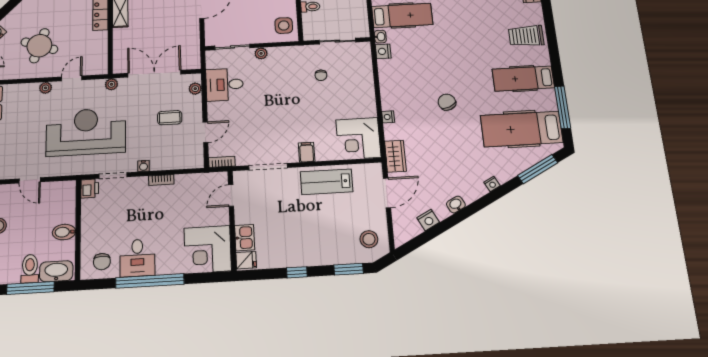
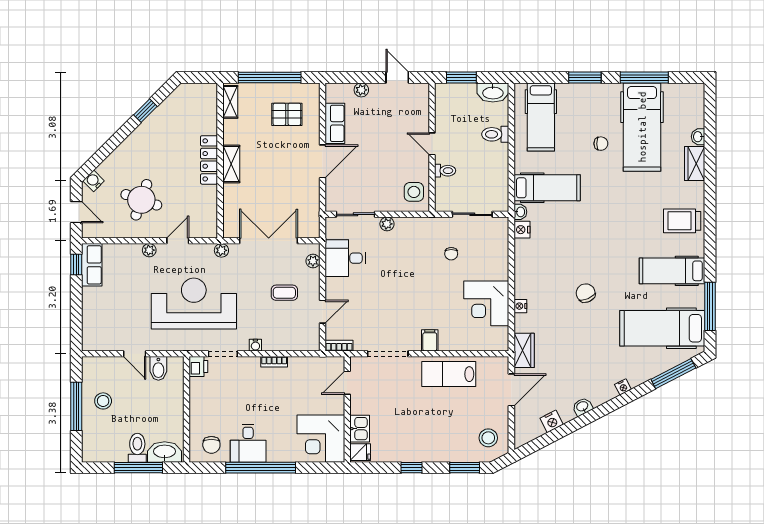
corner desk: (358, 139) -> (486, 303), moved
bidet: (64, 232) -> (158, 368), moved, turned -90

